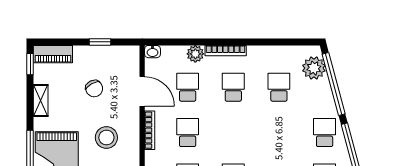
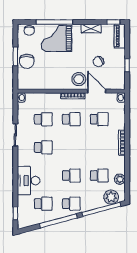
plant: (195, 54) -> (120, 179), moved
school desk: (233, 87) -> (71, 176), moved
door: (142, 91) -> (97, 91), swing flipped
stool: (106, 138) -> (79, 79), moved

